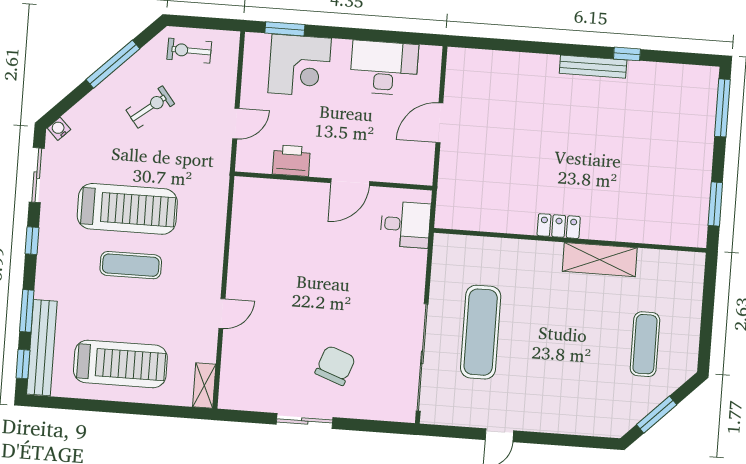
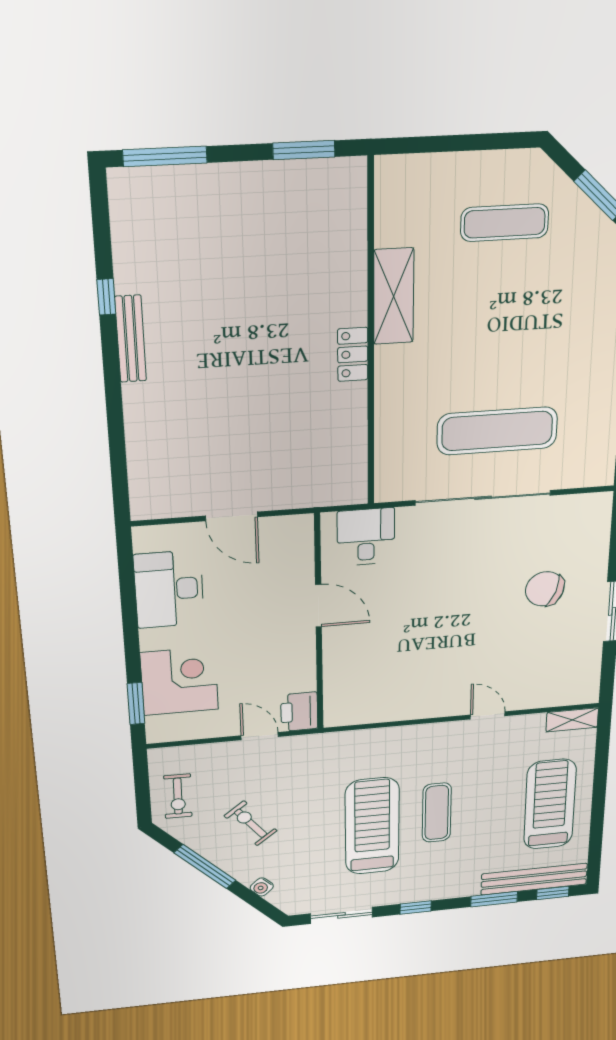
water cooler: (59, 129) -> (262, 887), moved
printer: (291, 161) -> (299, 712), moved
sliding door: (422, 357) -> (483, 498), moved

